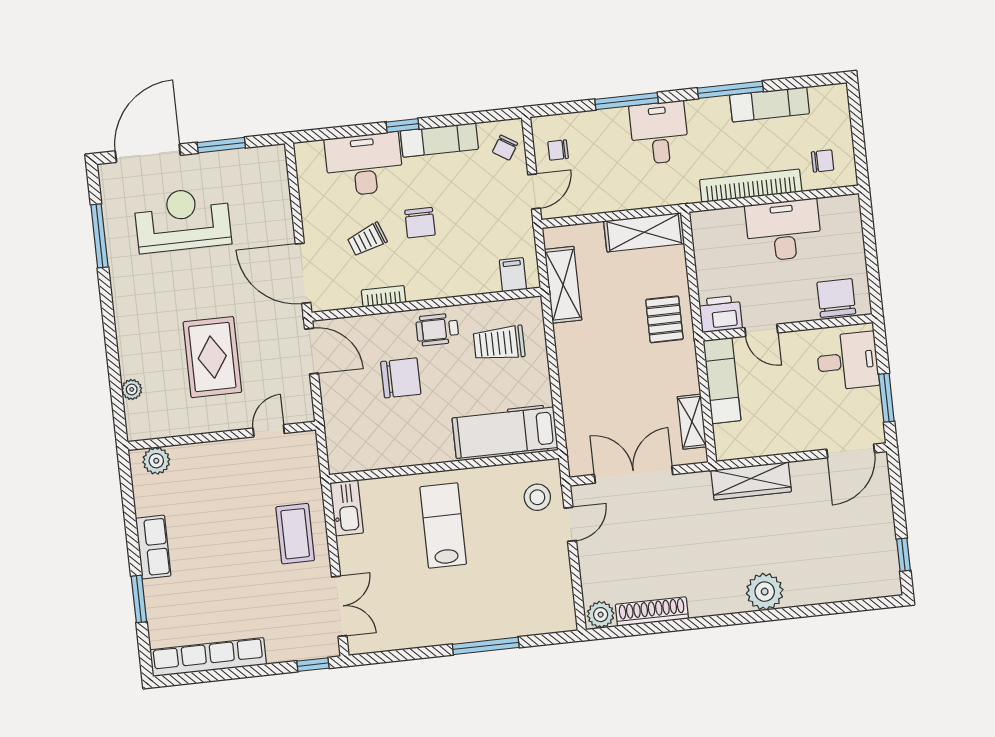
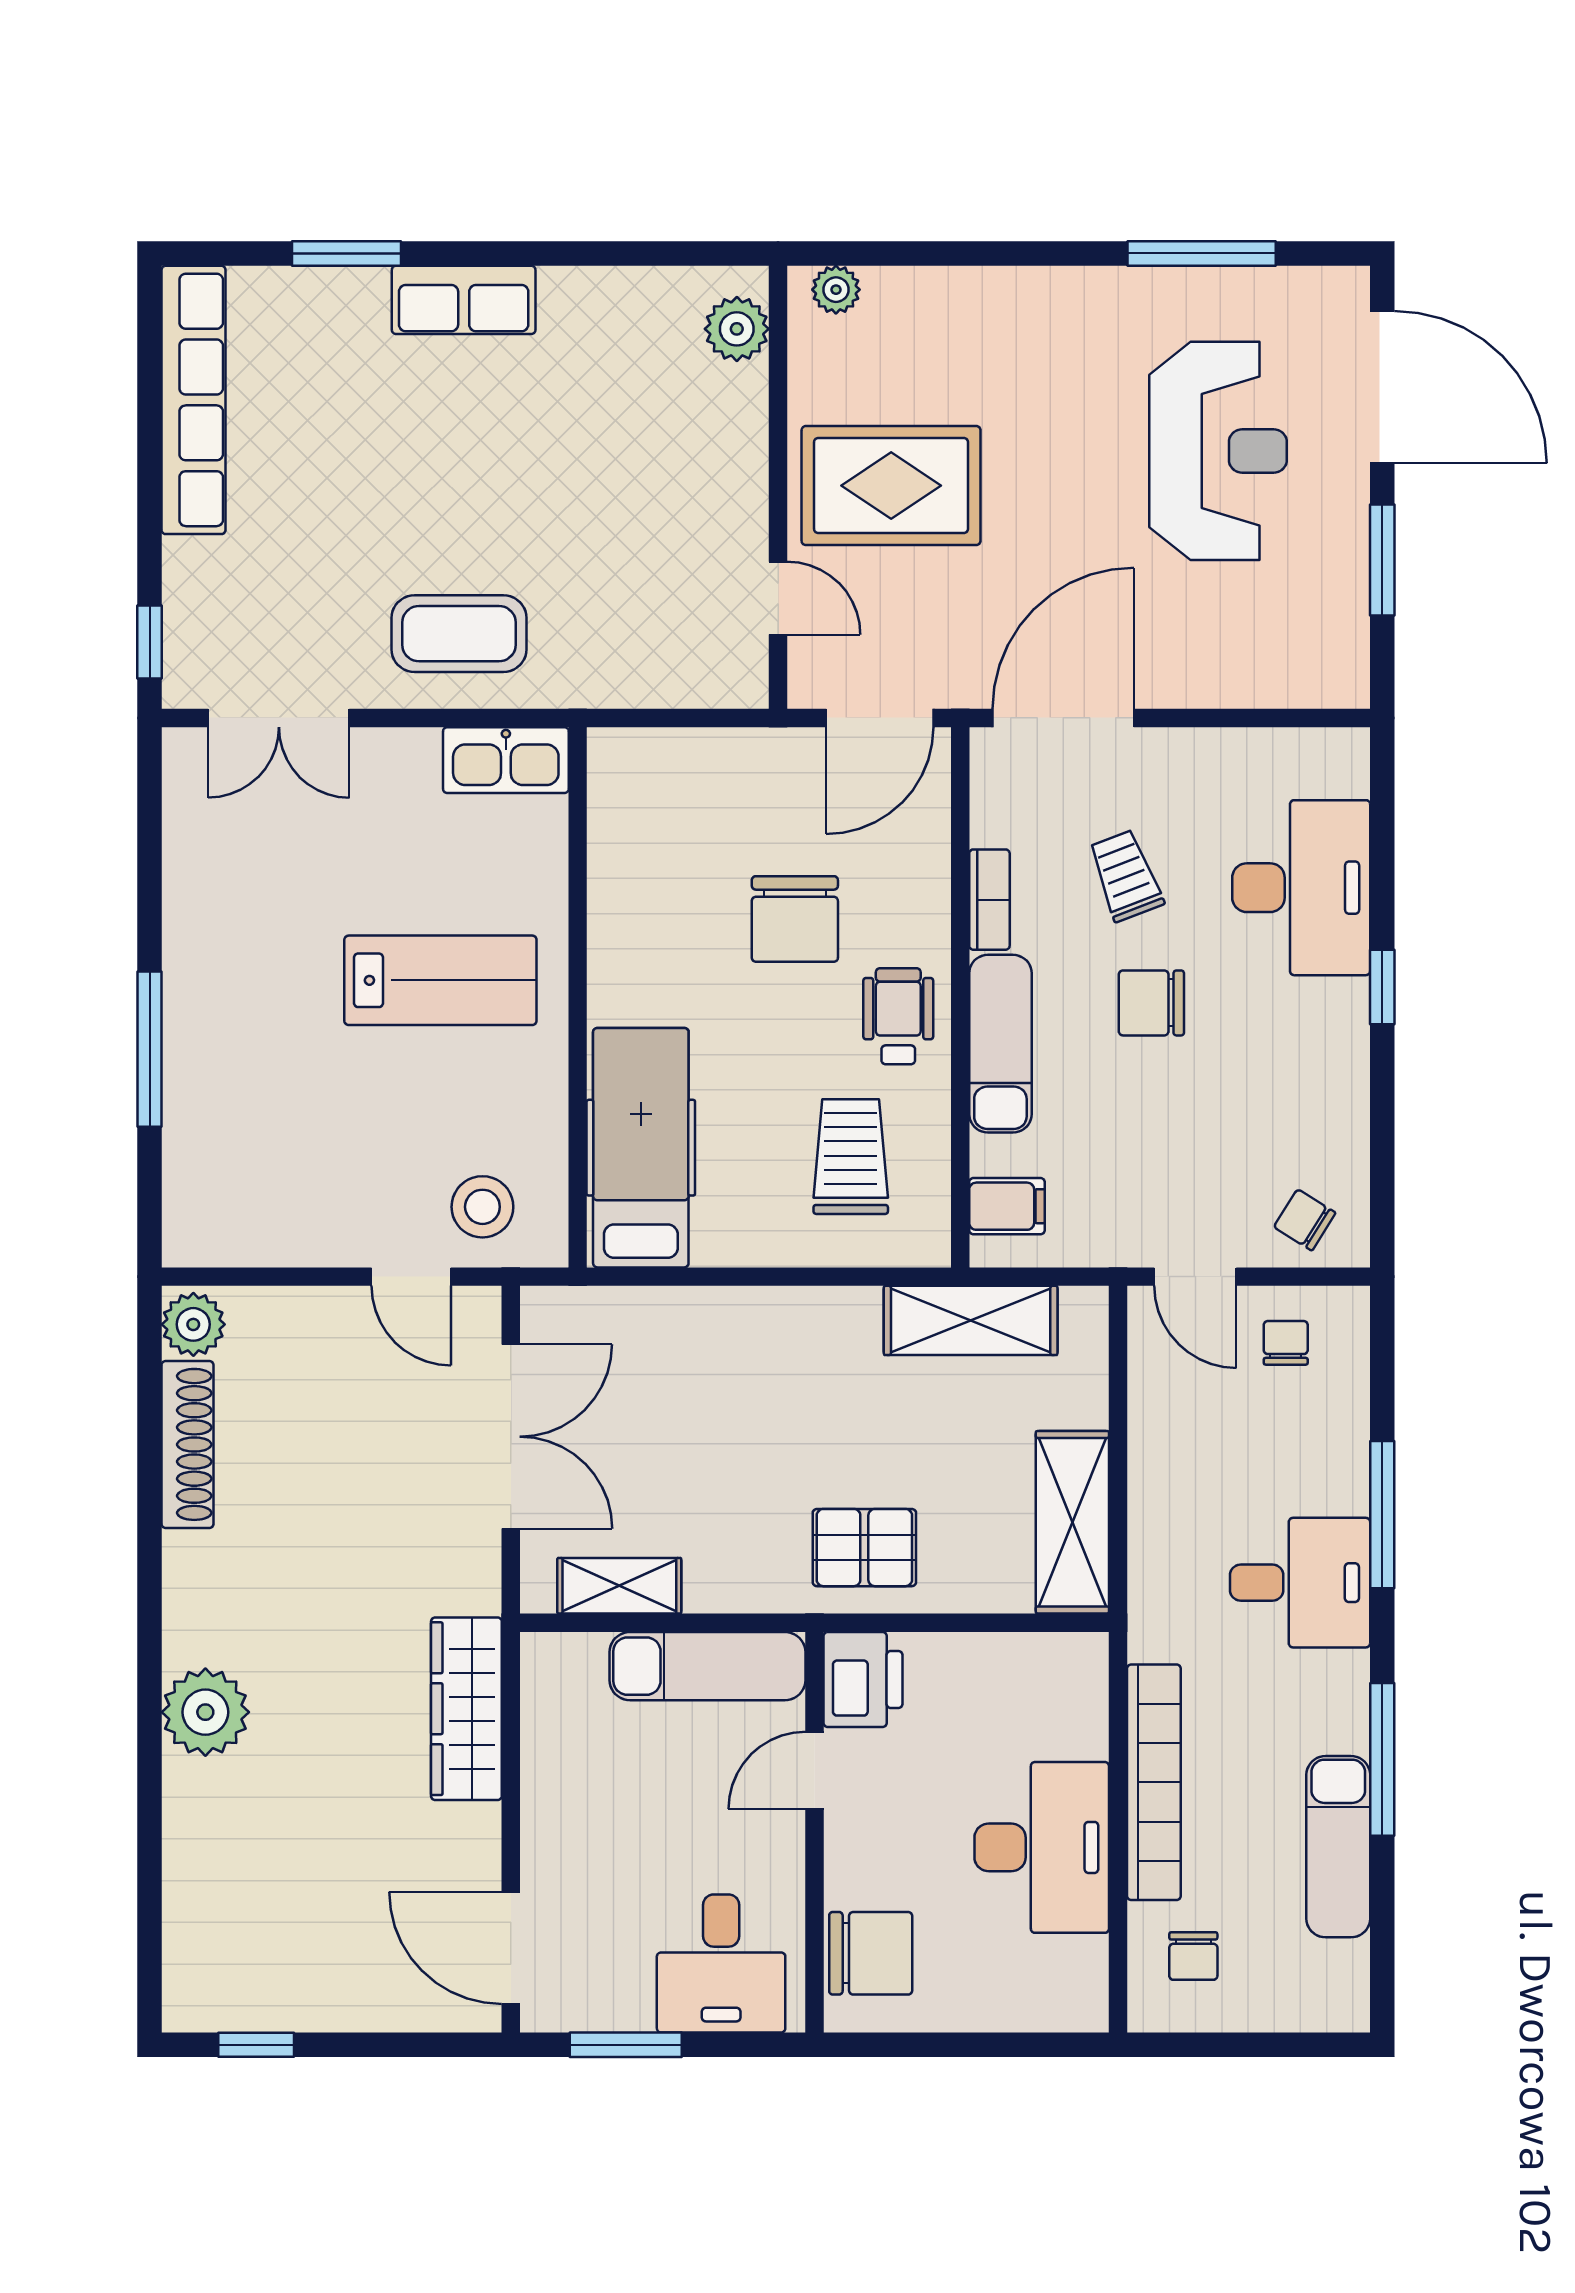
exam couch: (439, 140) -> (1000, 1044), moved, turned 180
door: (269, 431) -> (778, 598), moved
wall: (222, 436) -> (778, 487), moved
plant: (156, 461) -> (737, 329), moved

